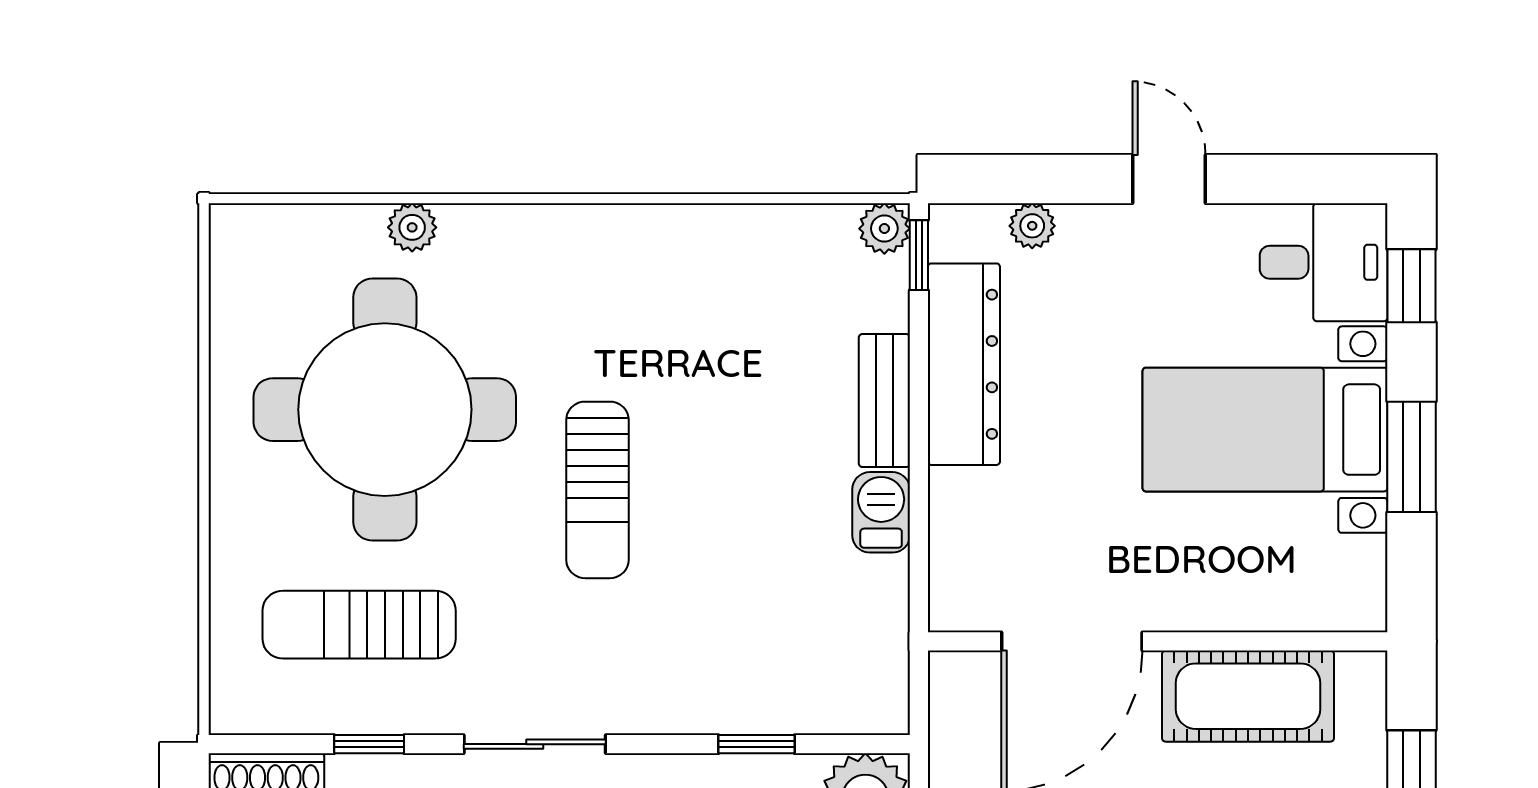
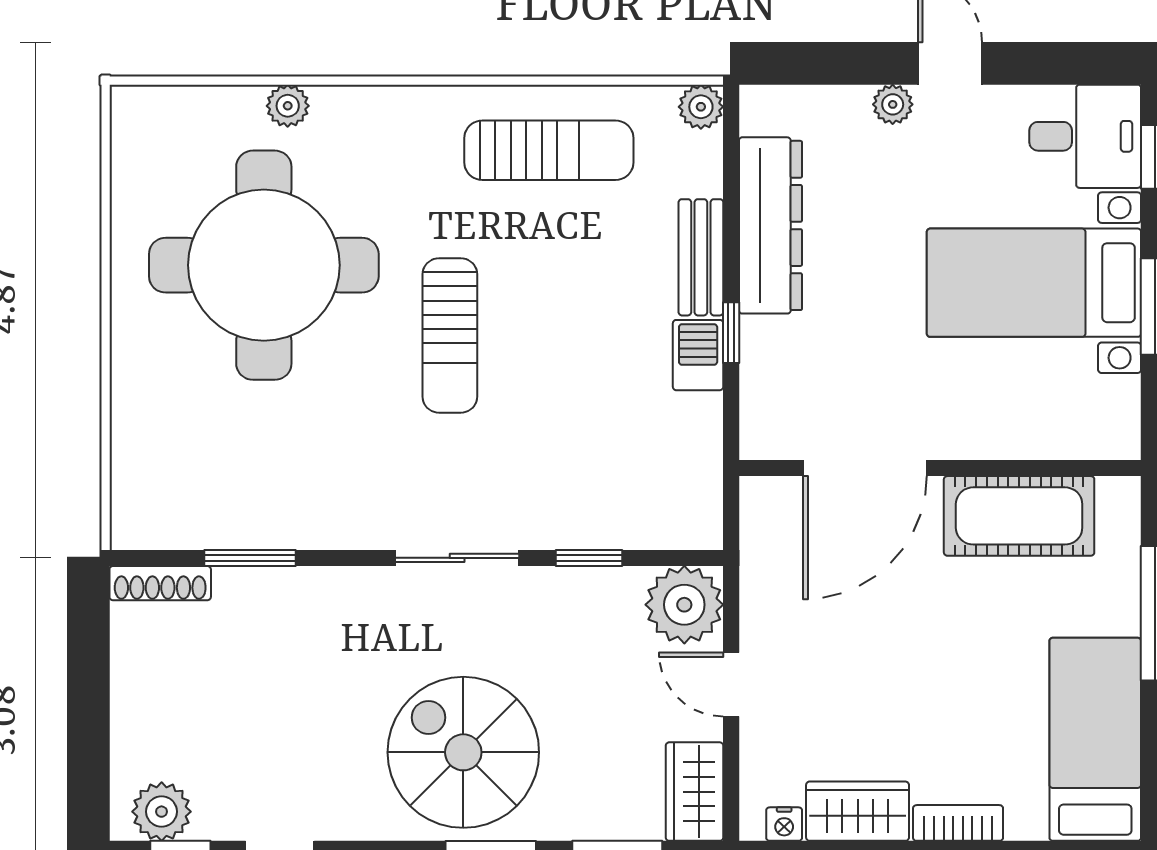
plant: (1032, 226) -> (893, 104), moved
window: (919, 255) -> (731, 333), moved
sun lounger: (359, 625) -> (549, 150), moved, turned 180
window: (369, 744) -> (250, 558), width x1.50
sliding door: (535, 744) -> (457, 558), moved

